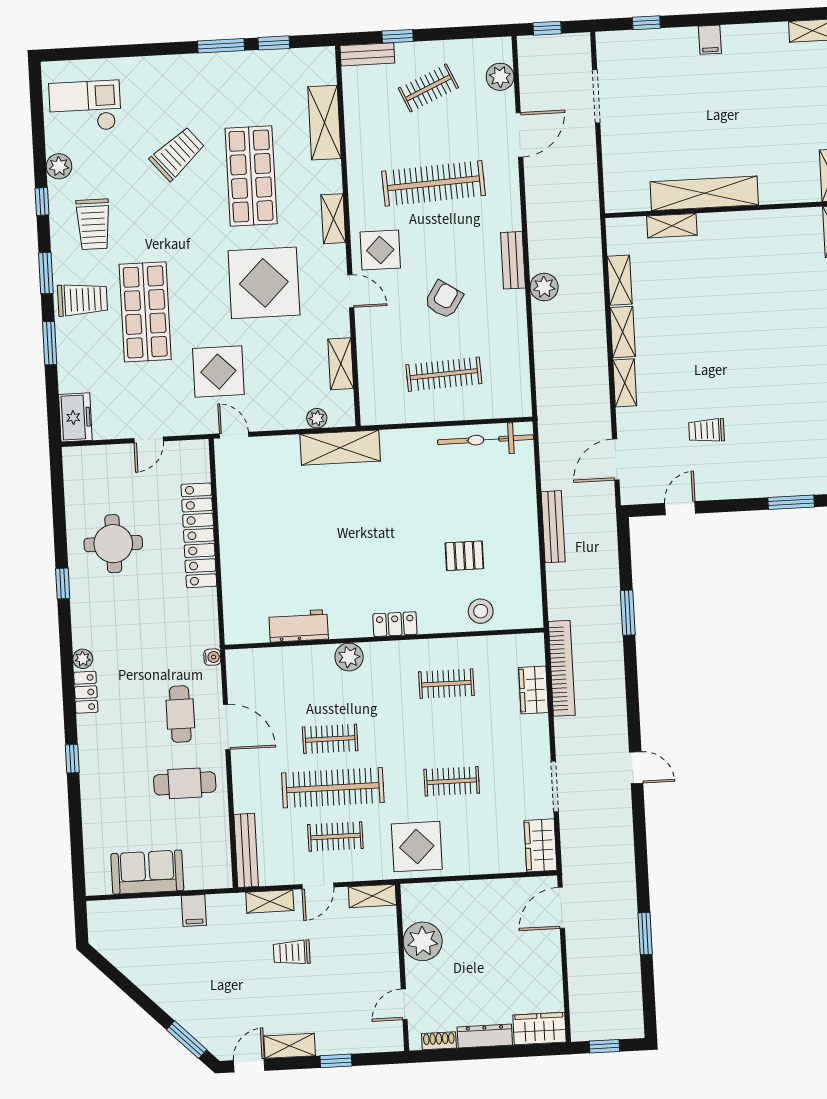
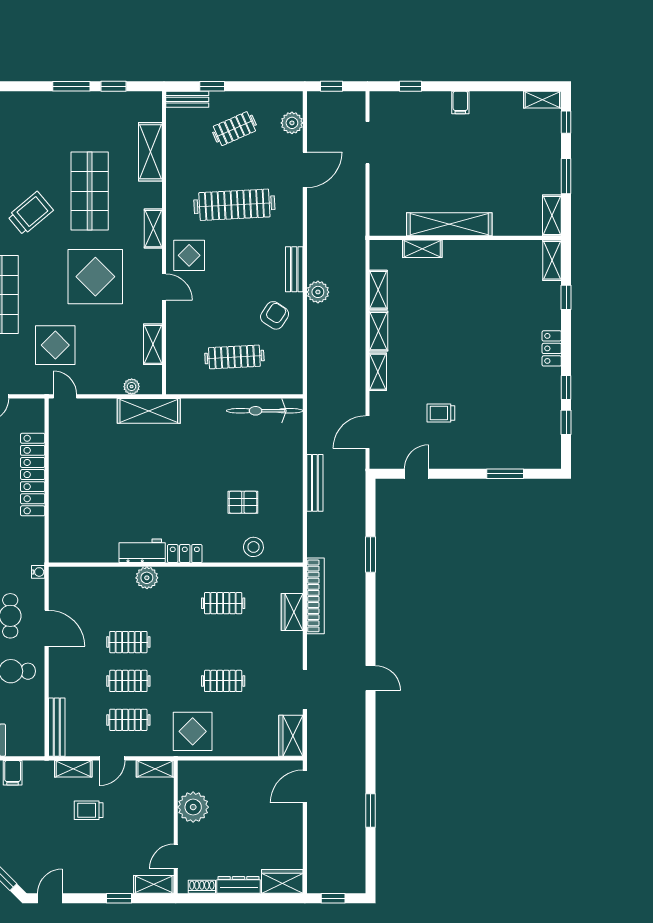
trolley: (177, 154) -> (30, 213), moved
armchair: (444, 300) -> (275, 315), moved
workbench: (299, 626) -> (142, 551), moved
clothes rail: (333, 788) -> (128, 681), width x0.54, depth x0.76
shelving: (290, 1046) -> (154, 884), moved

